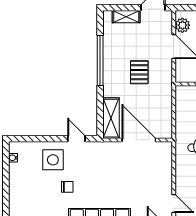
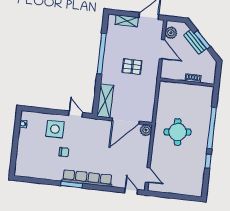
pallet: (139, 72) -> (132, 67), turned 90
door: (139, 140) -> (126, 121), swing flipped
plant: (165, 148) -> (146, 130), added

